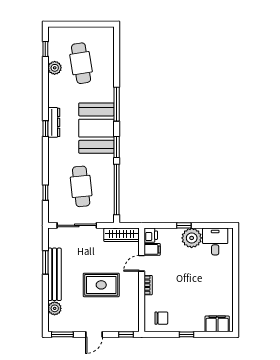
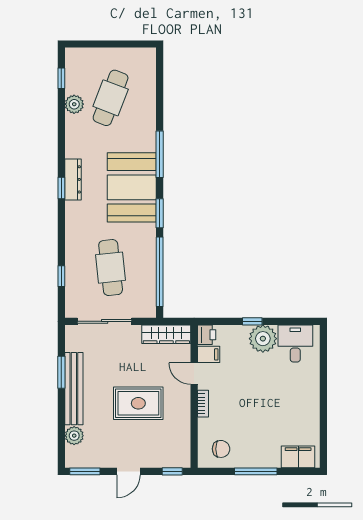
cafe table: (81, 63) -> (111, 98), turned 30
door: (142, 263) -> (194, 374), hinge flipped
window: (187, 334) -> (256, 471), width x2.17

